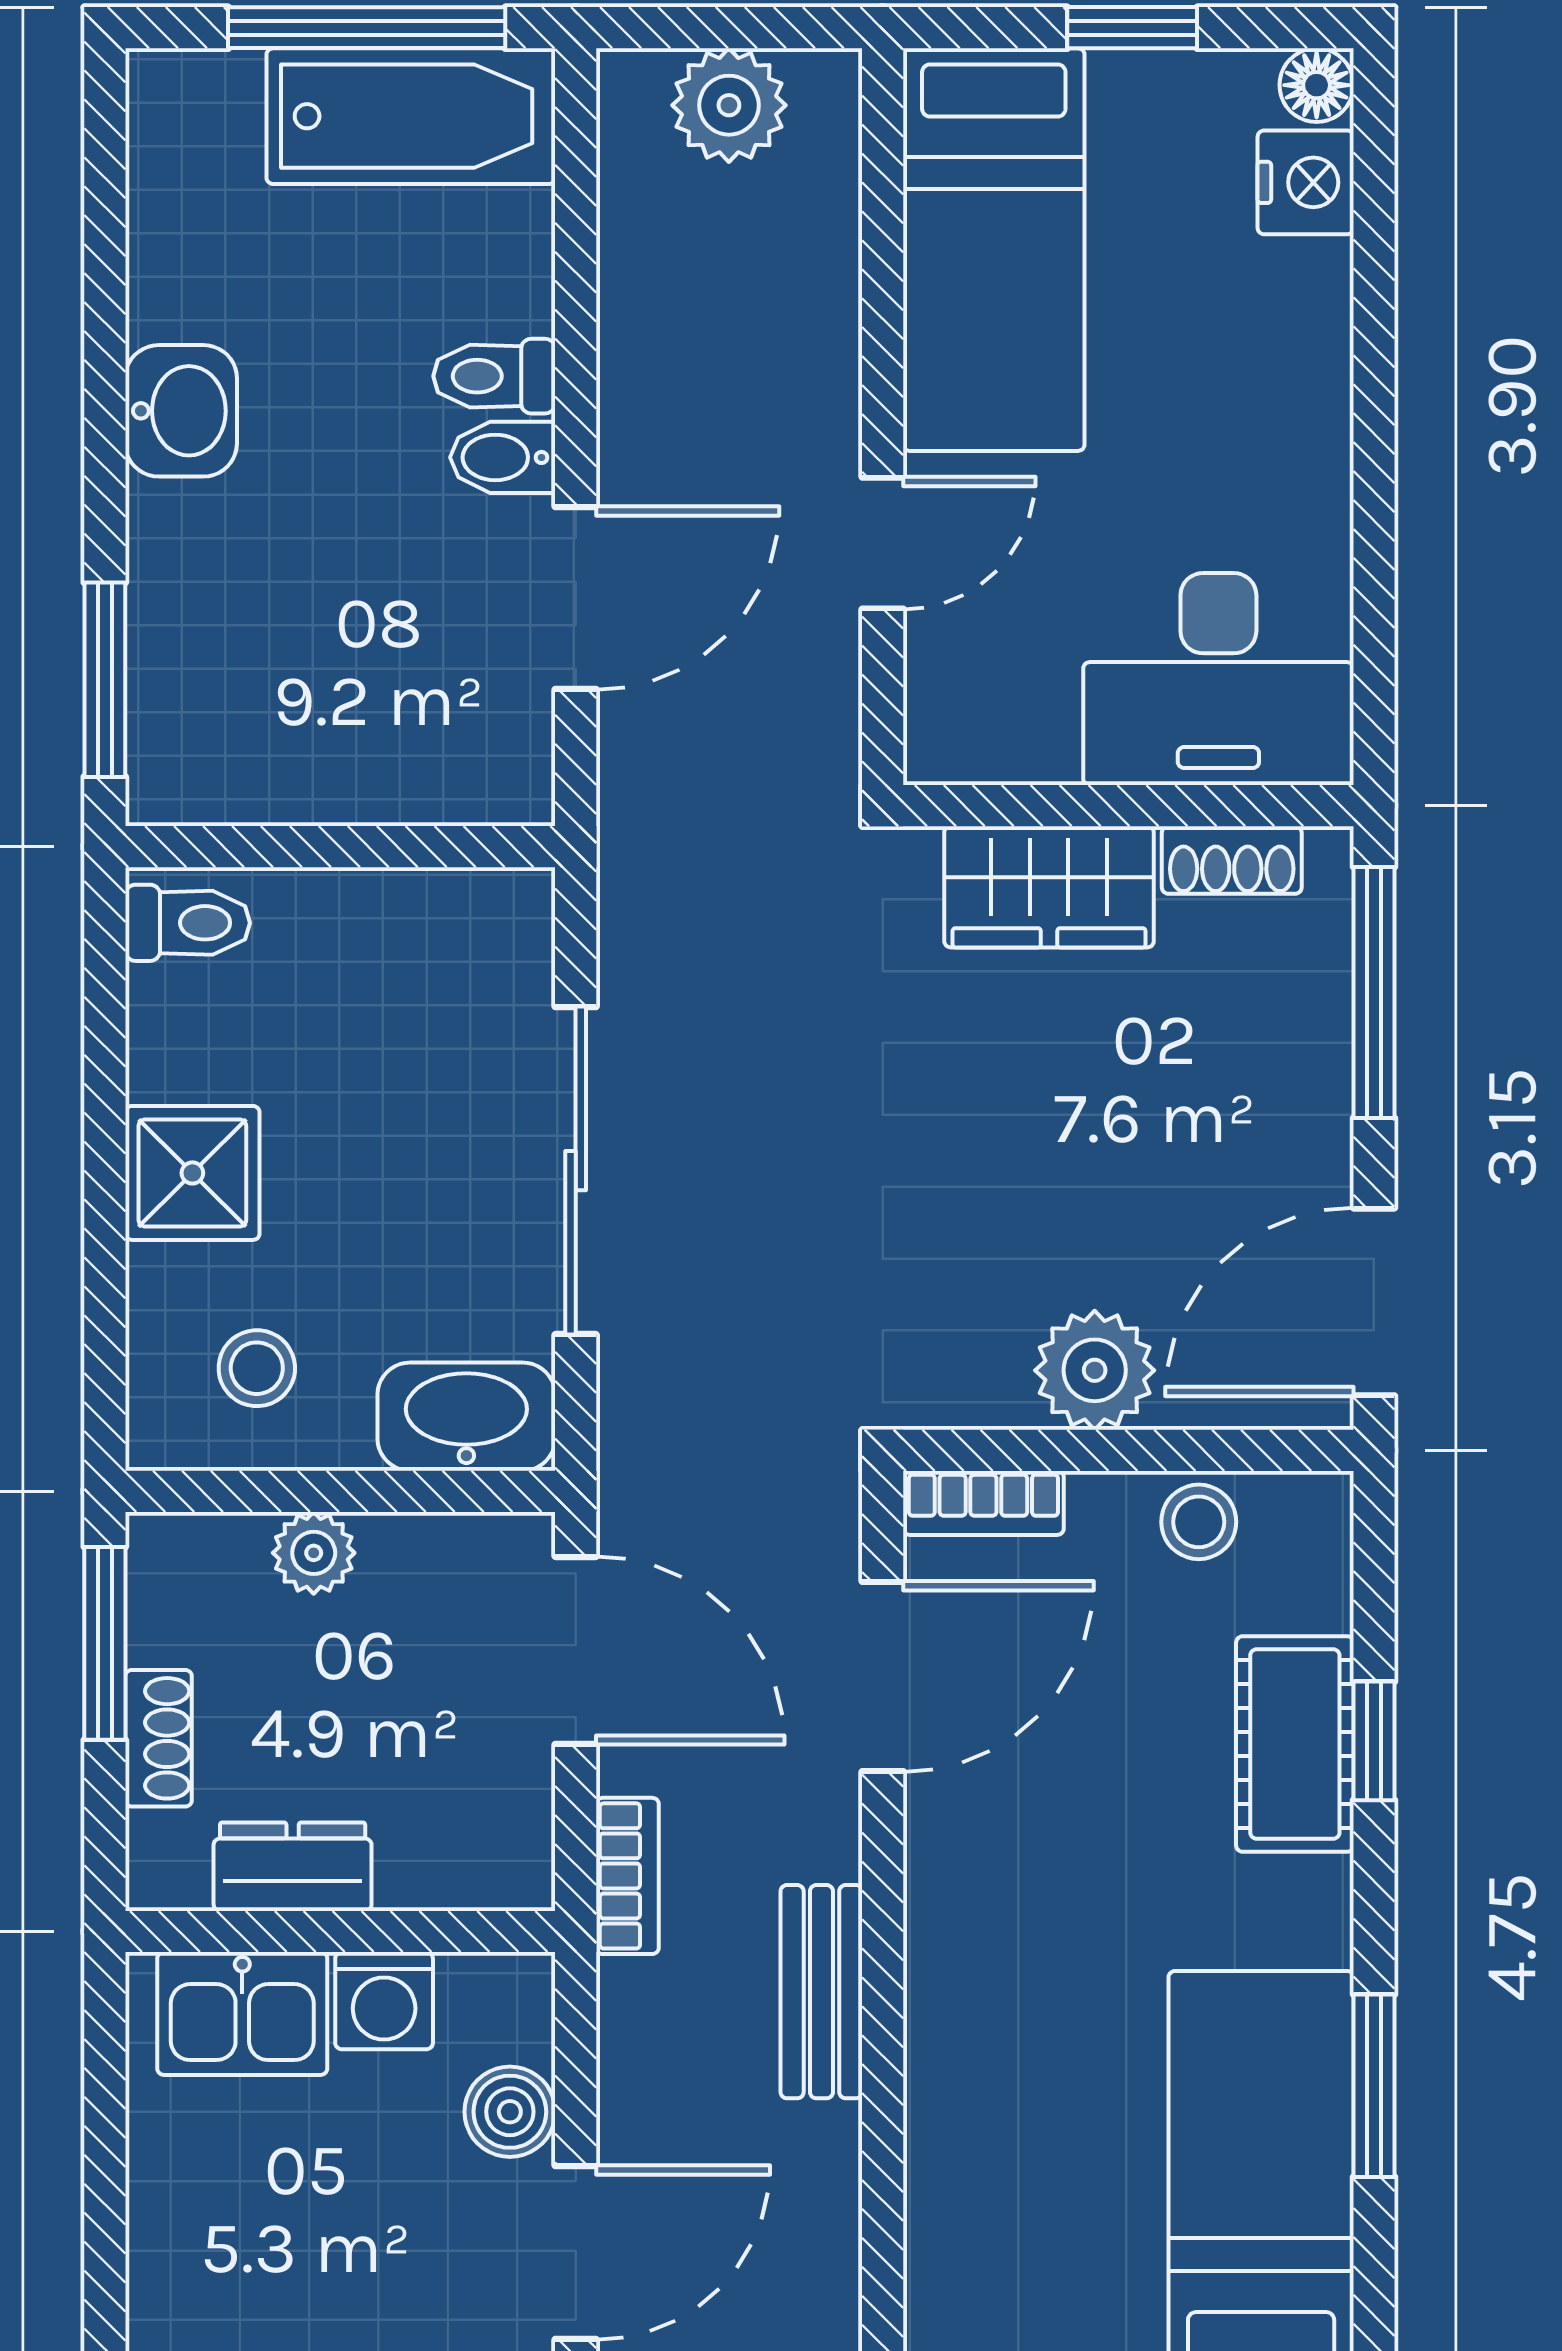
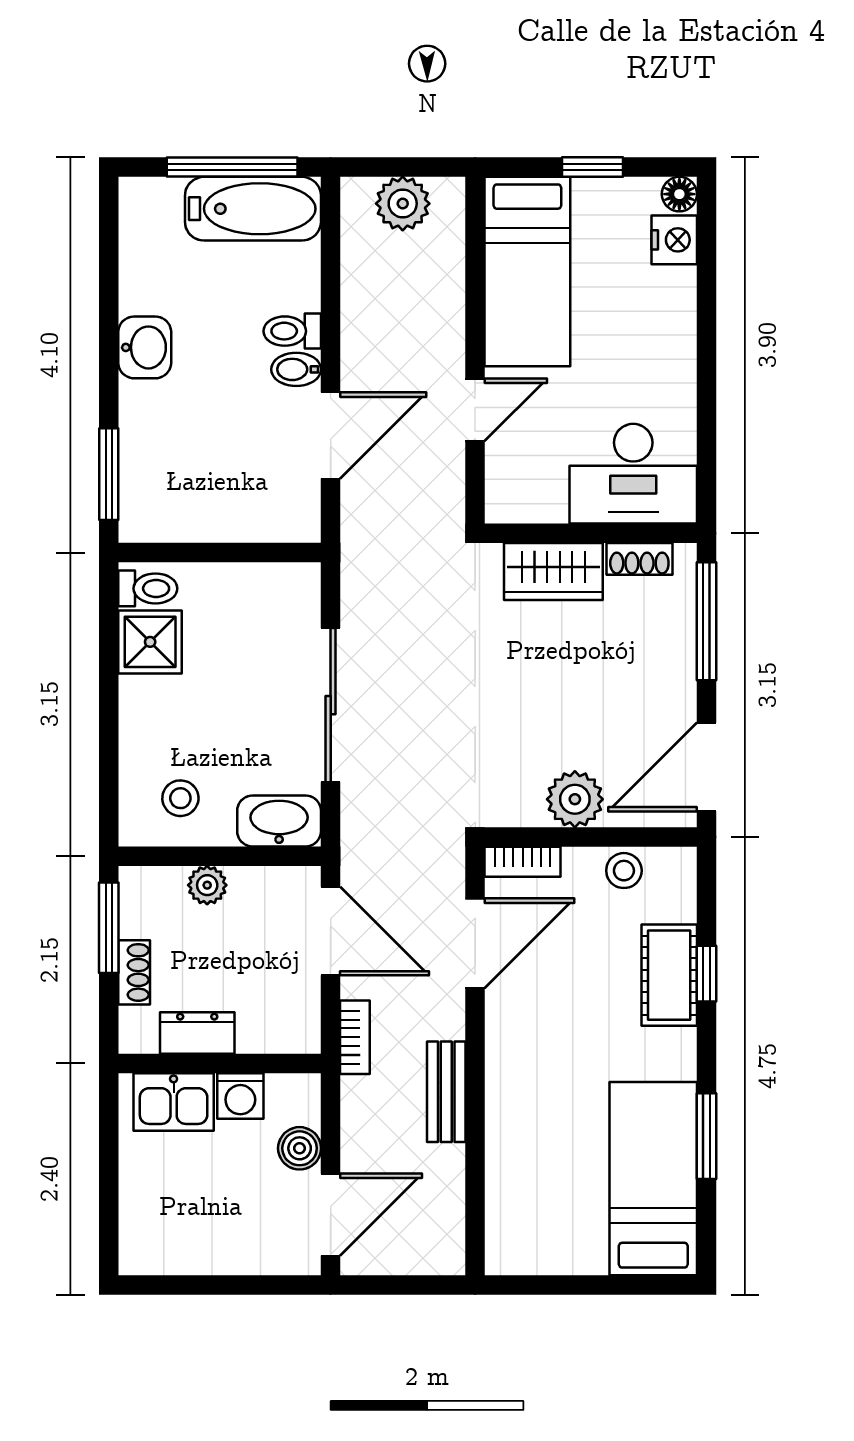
shower: (192, 1173) -> (150, 642), moved

